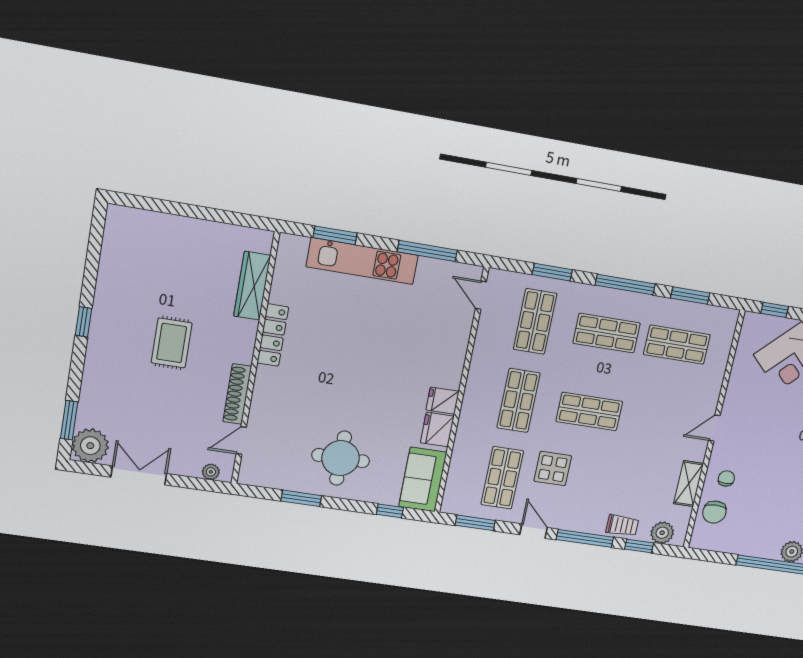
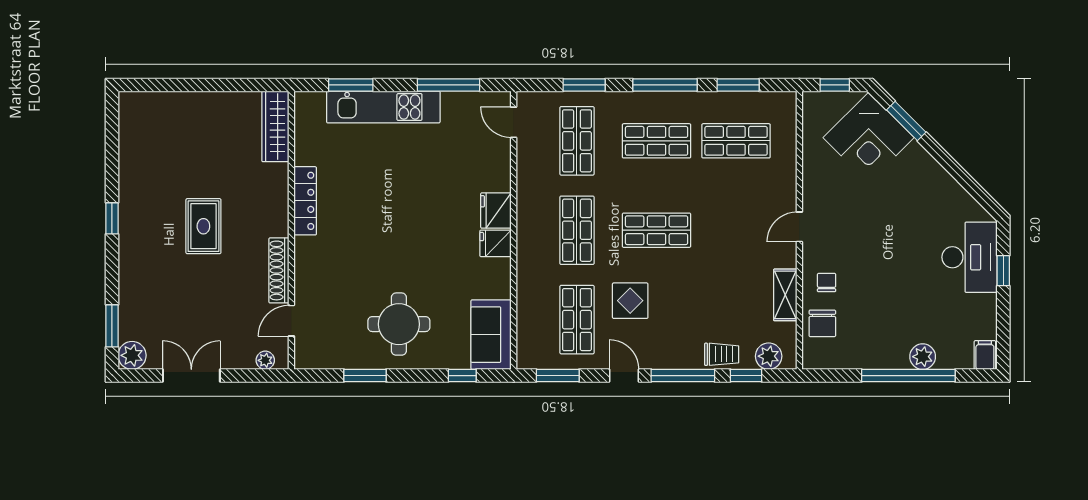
wardrobe: (252, 286) -> (275, 127), moved
fridge: (437, 429) -> (496, 211), moved
plant: (90, 446) -> (132, 355), width x0.73, depth x0.73

